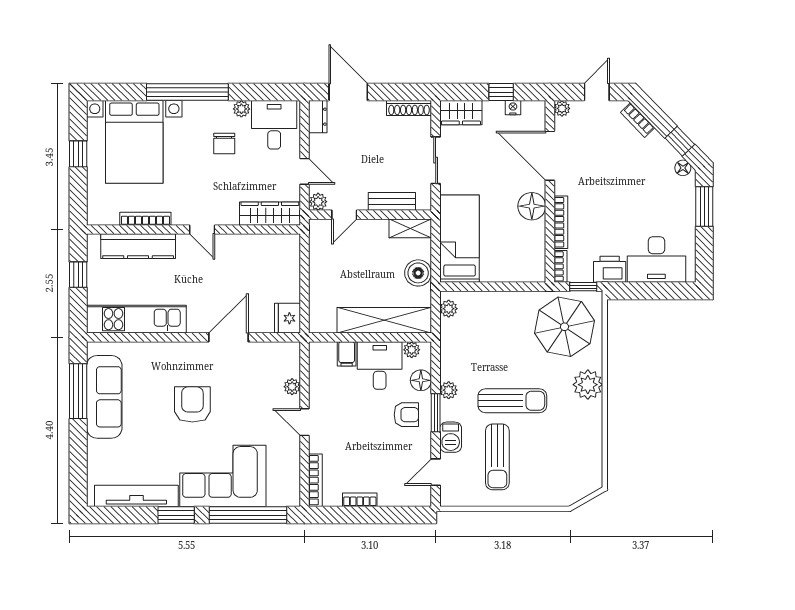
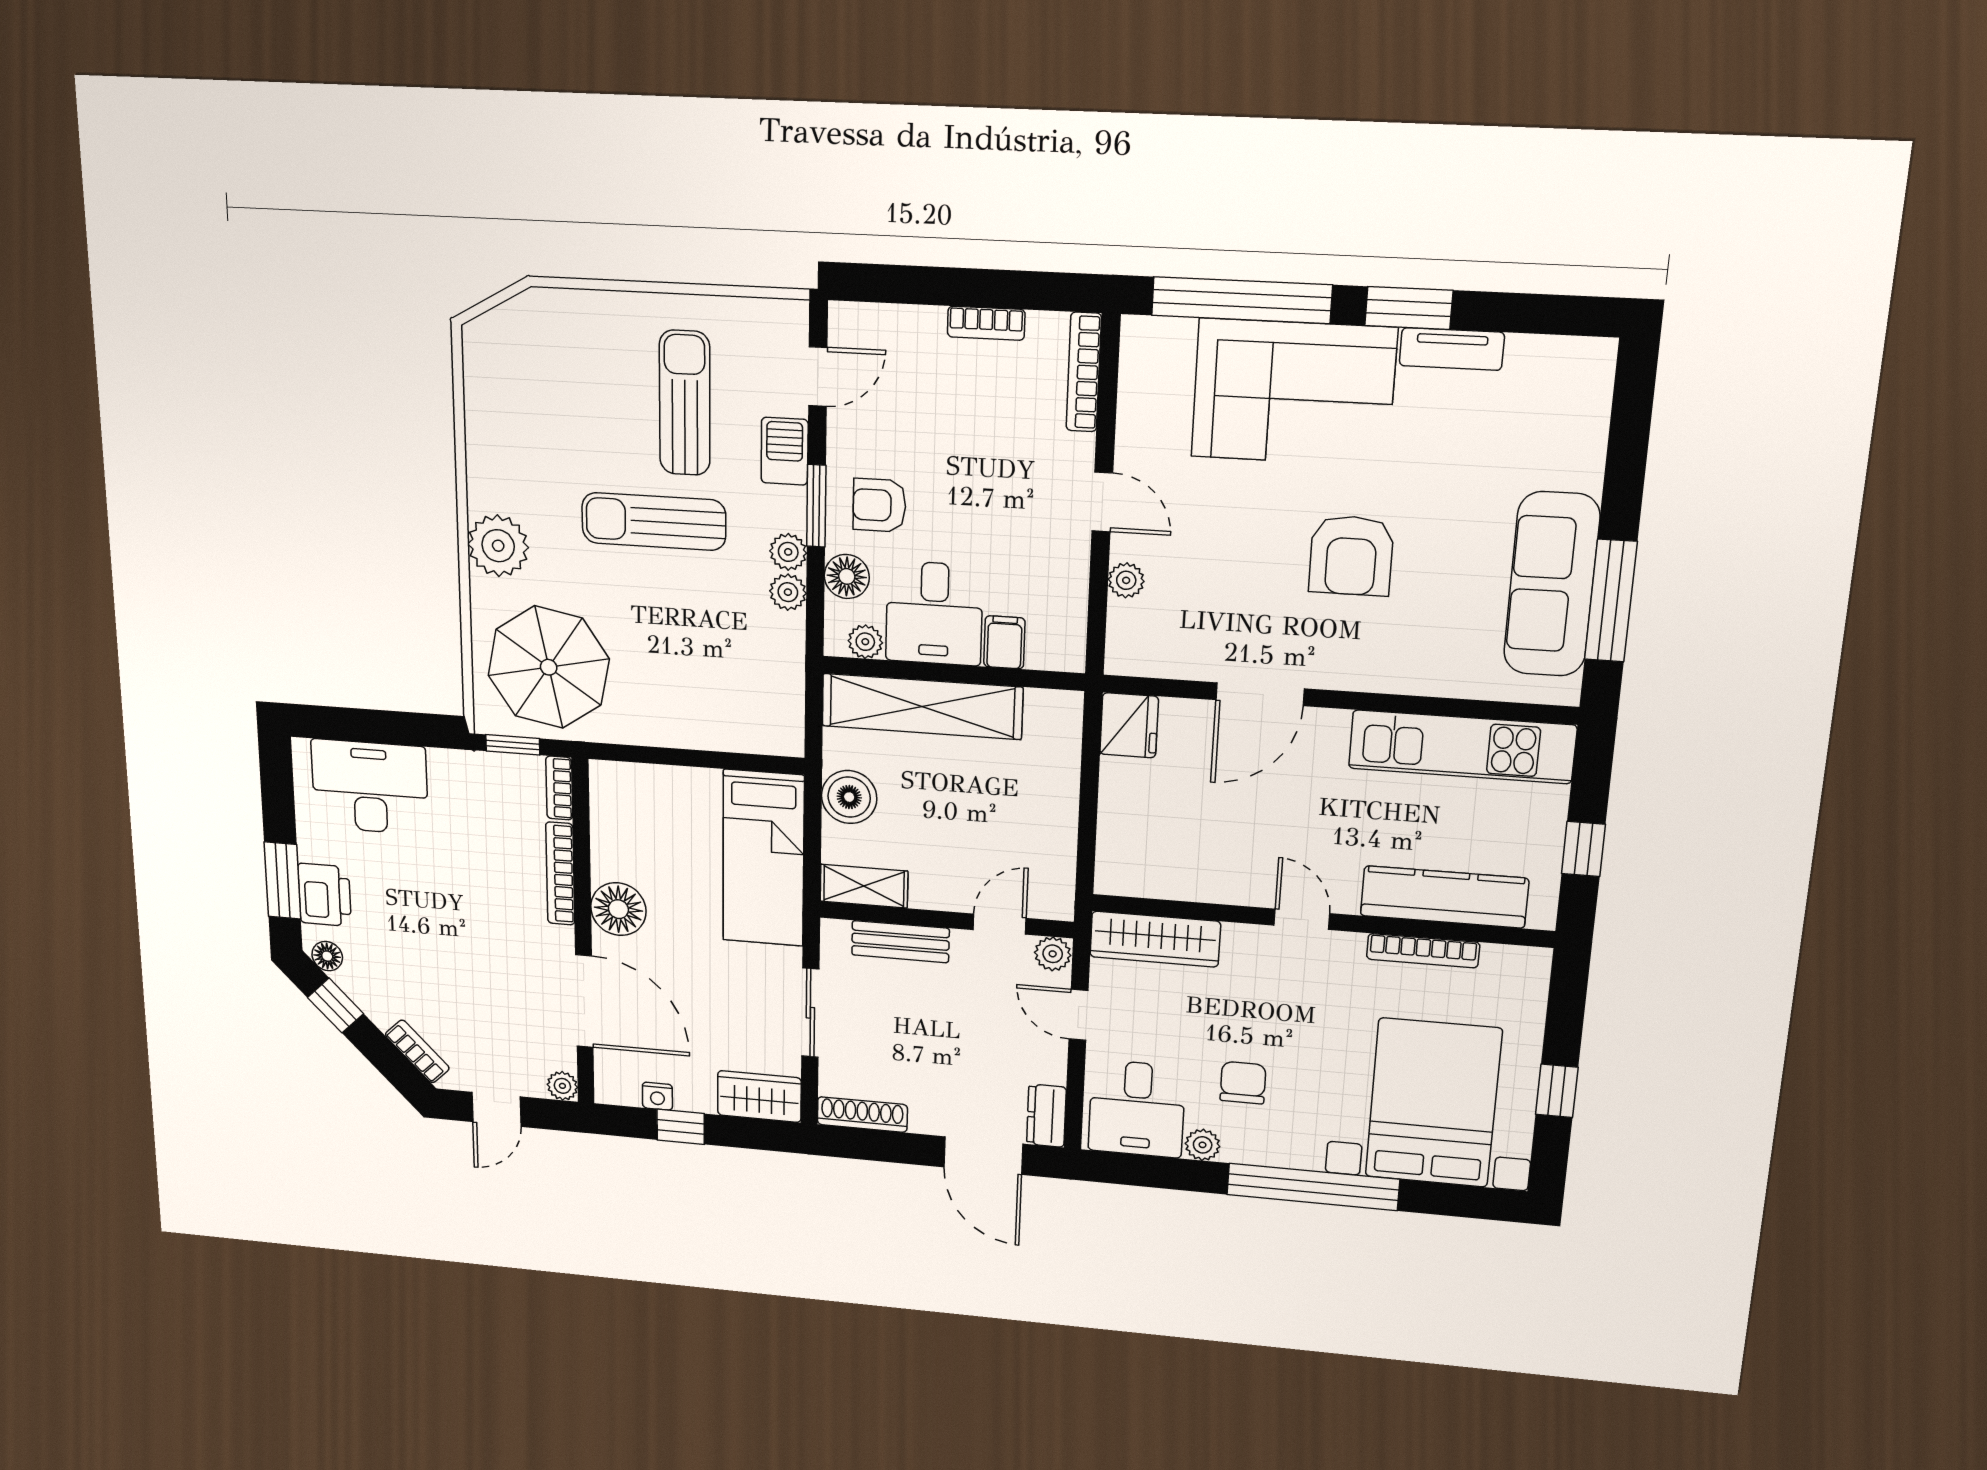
printer: (610, 269) -> (325, 895), moved, turned -90
plant: (449, 309) -> (788, 592), moved
tv unit: (136, 496) -> (1452, 349), width x0.52, depth x0.78

